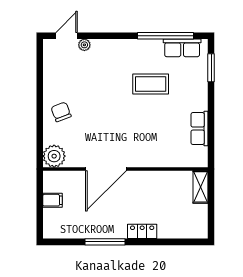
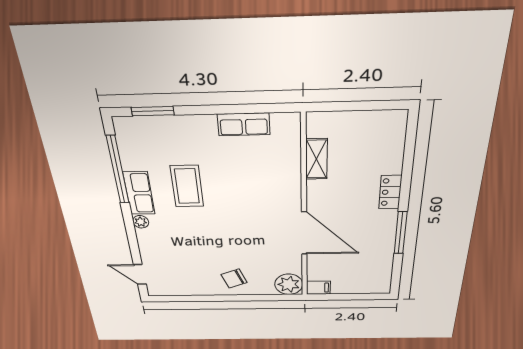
plant: (84, 45) -> (141, 222), moved
row of seats: (182, 48) -> (139, 193), moved
shelving: (200, 187) -> (316, 159), moved, turned 90
filing cabinet: (52, 200) -> (318, 288), moved, turned 90

